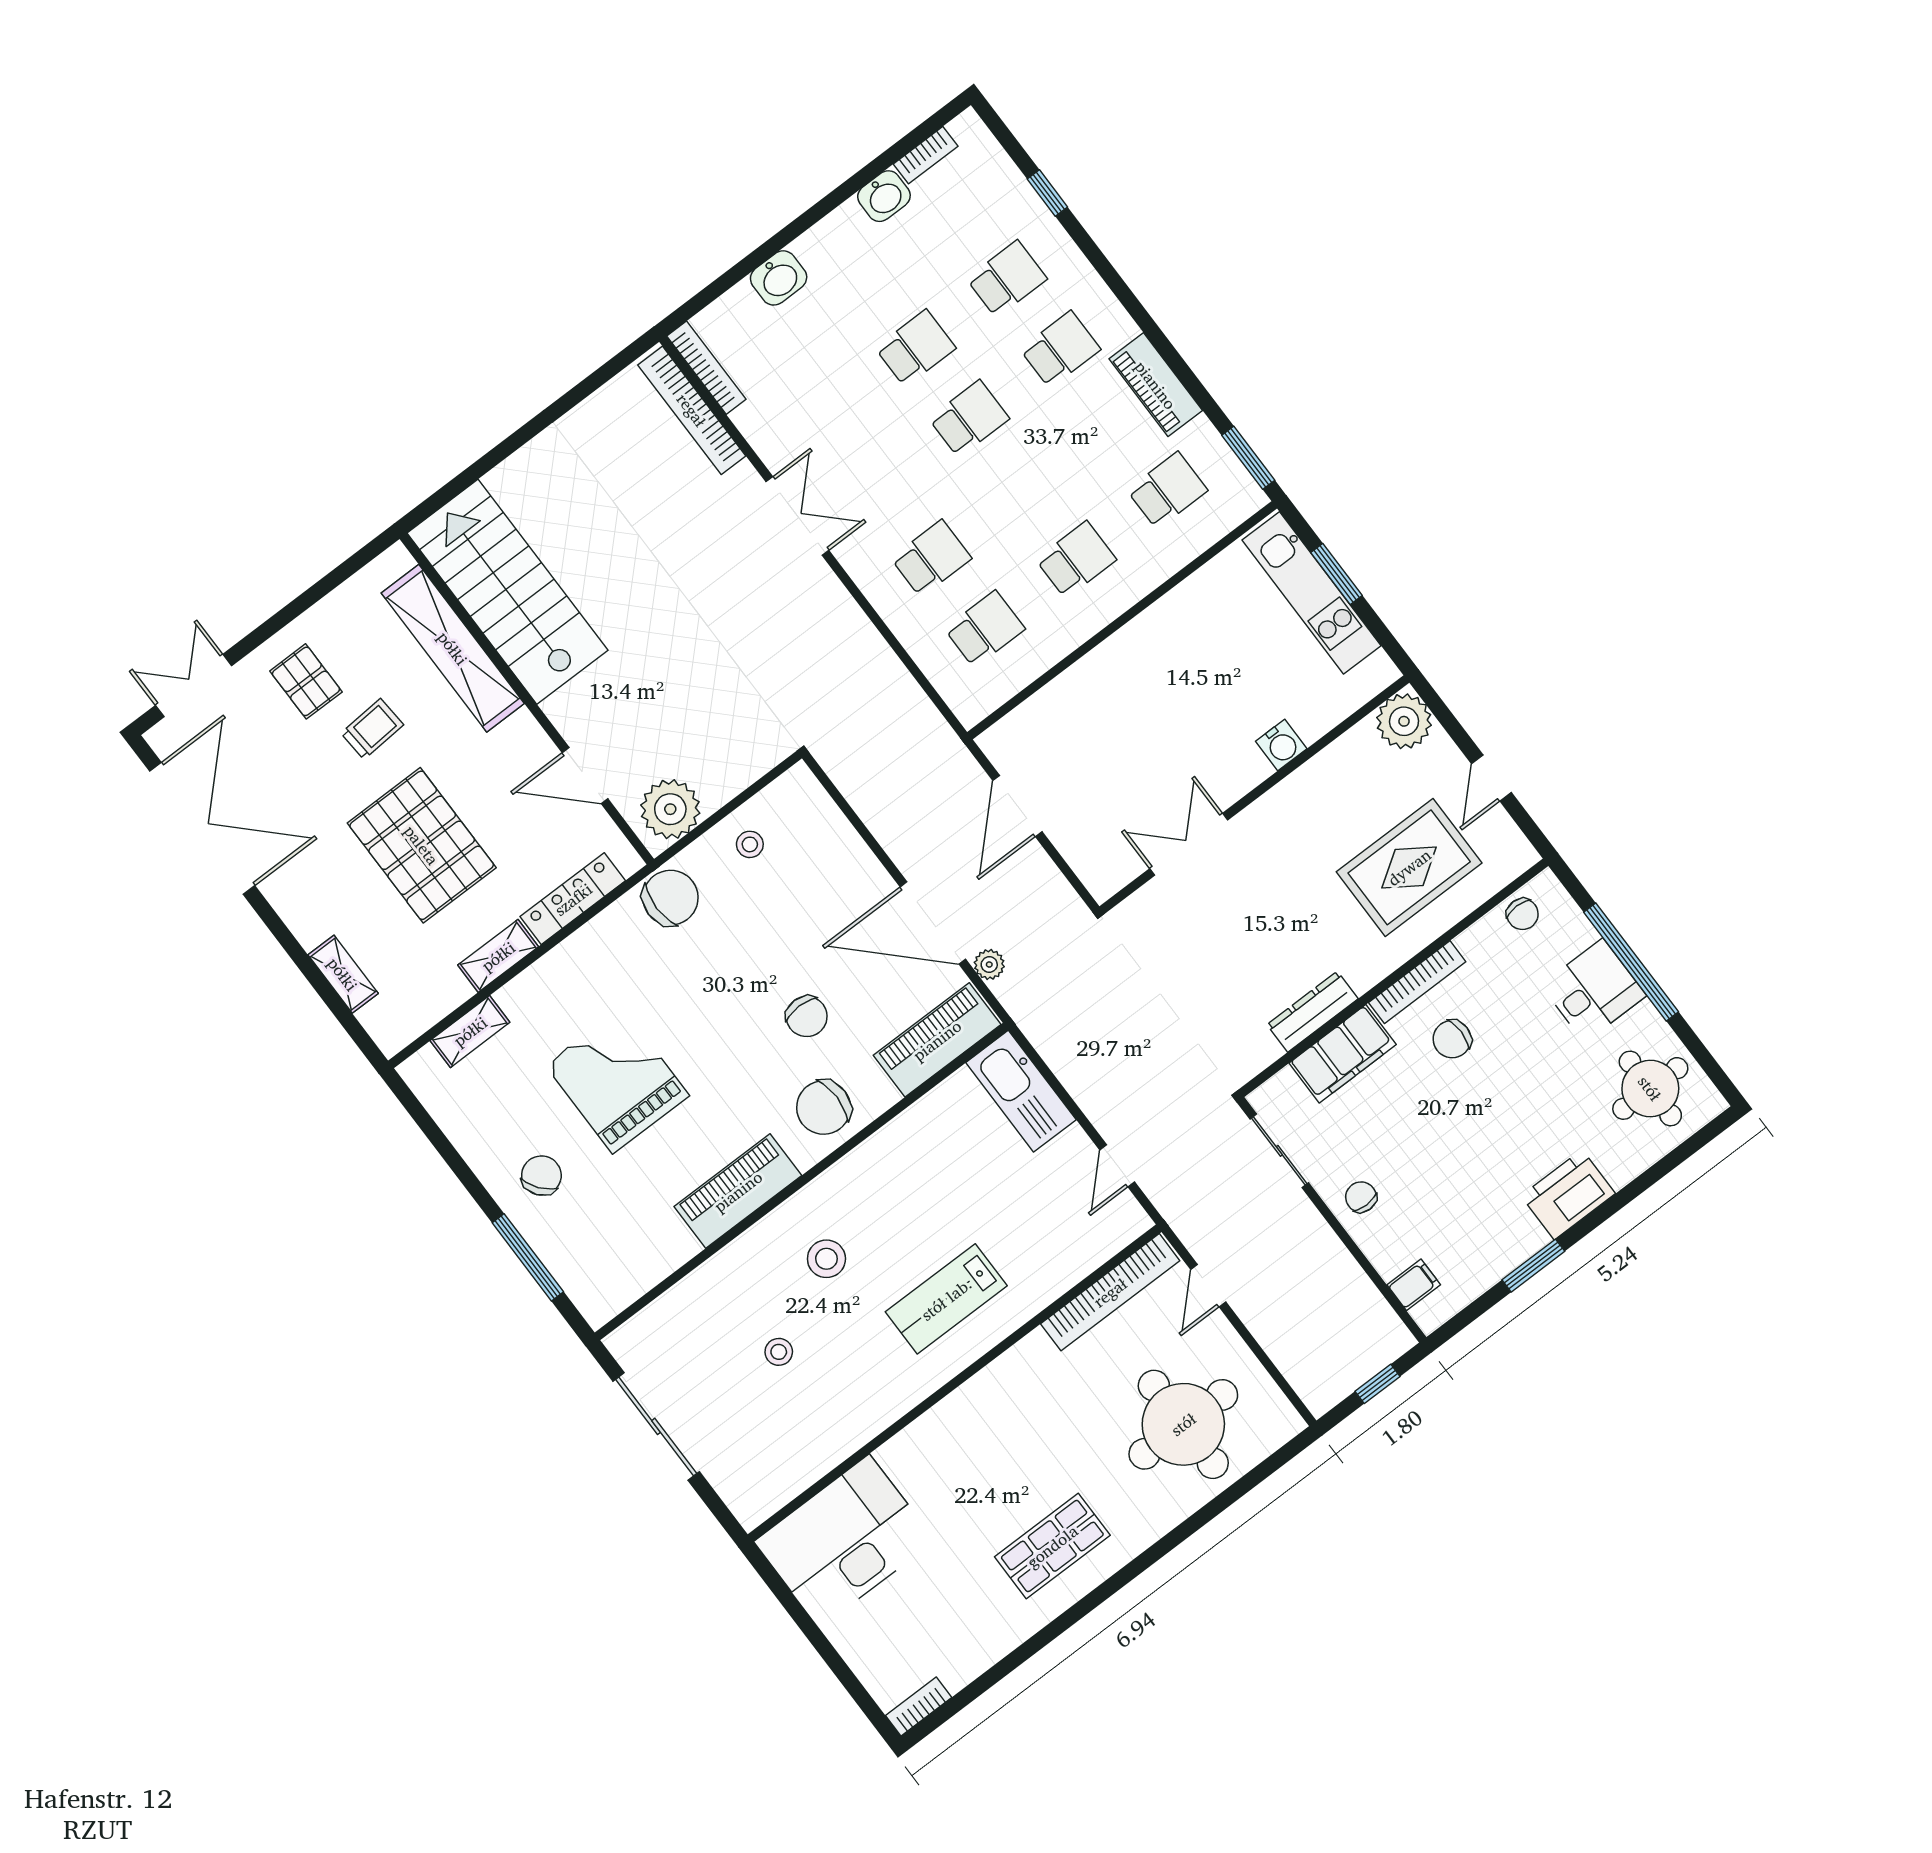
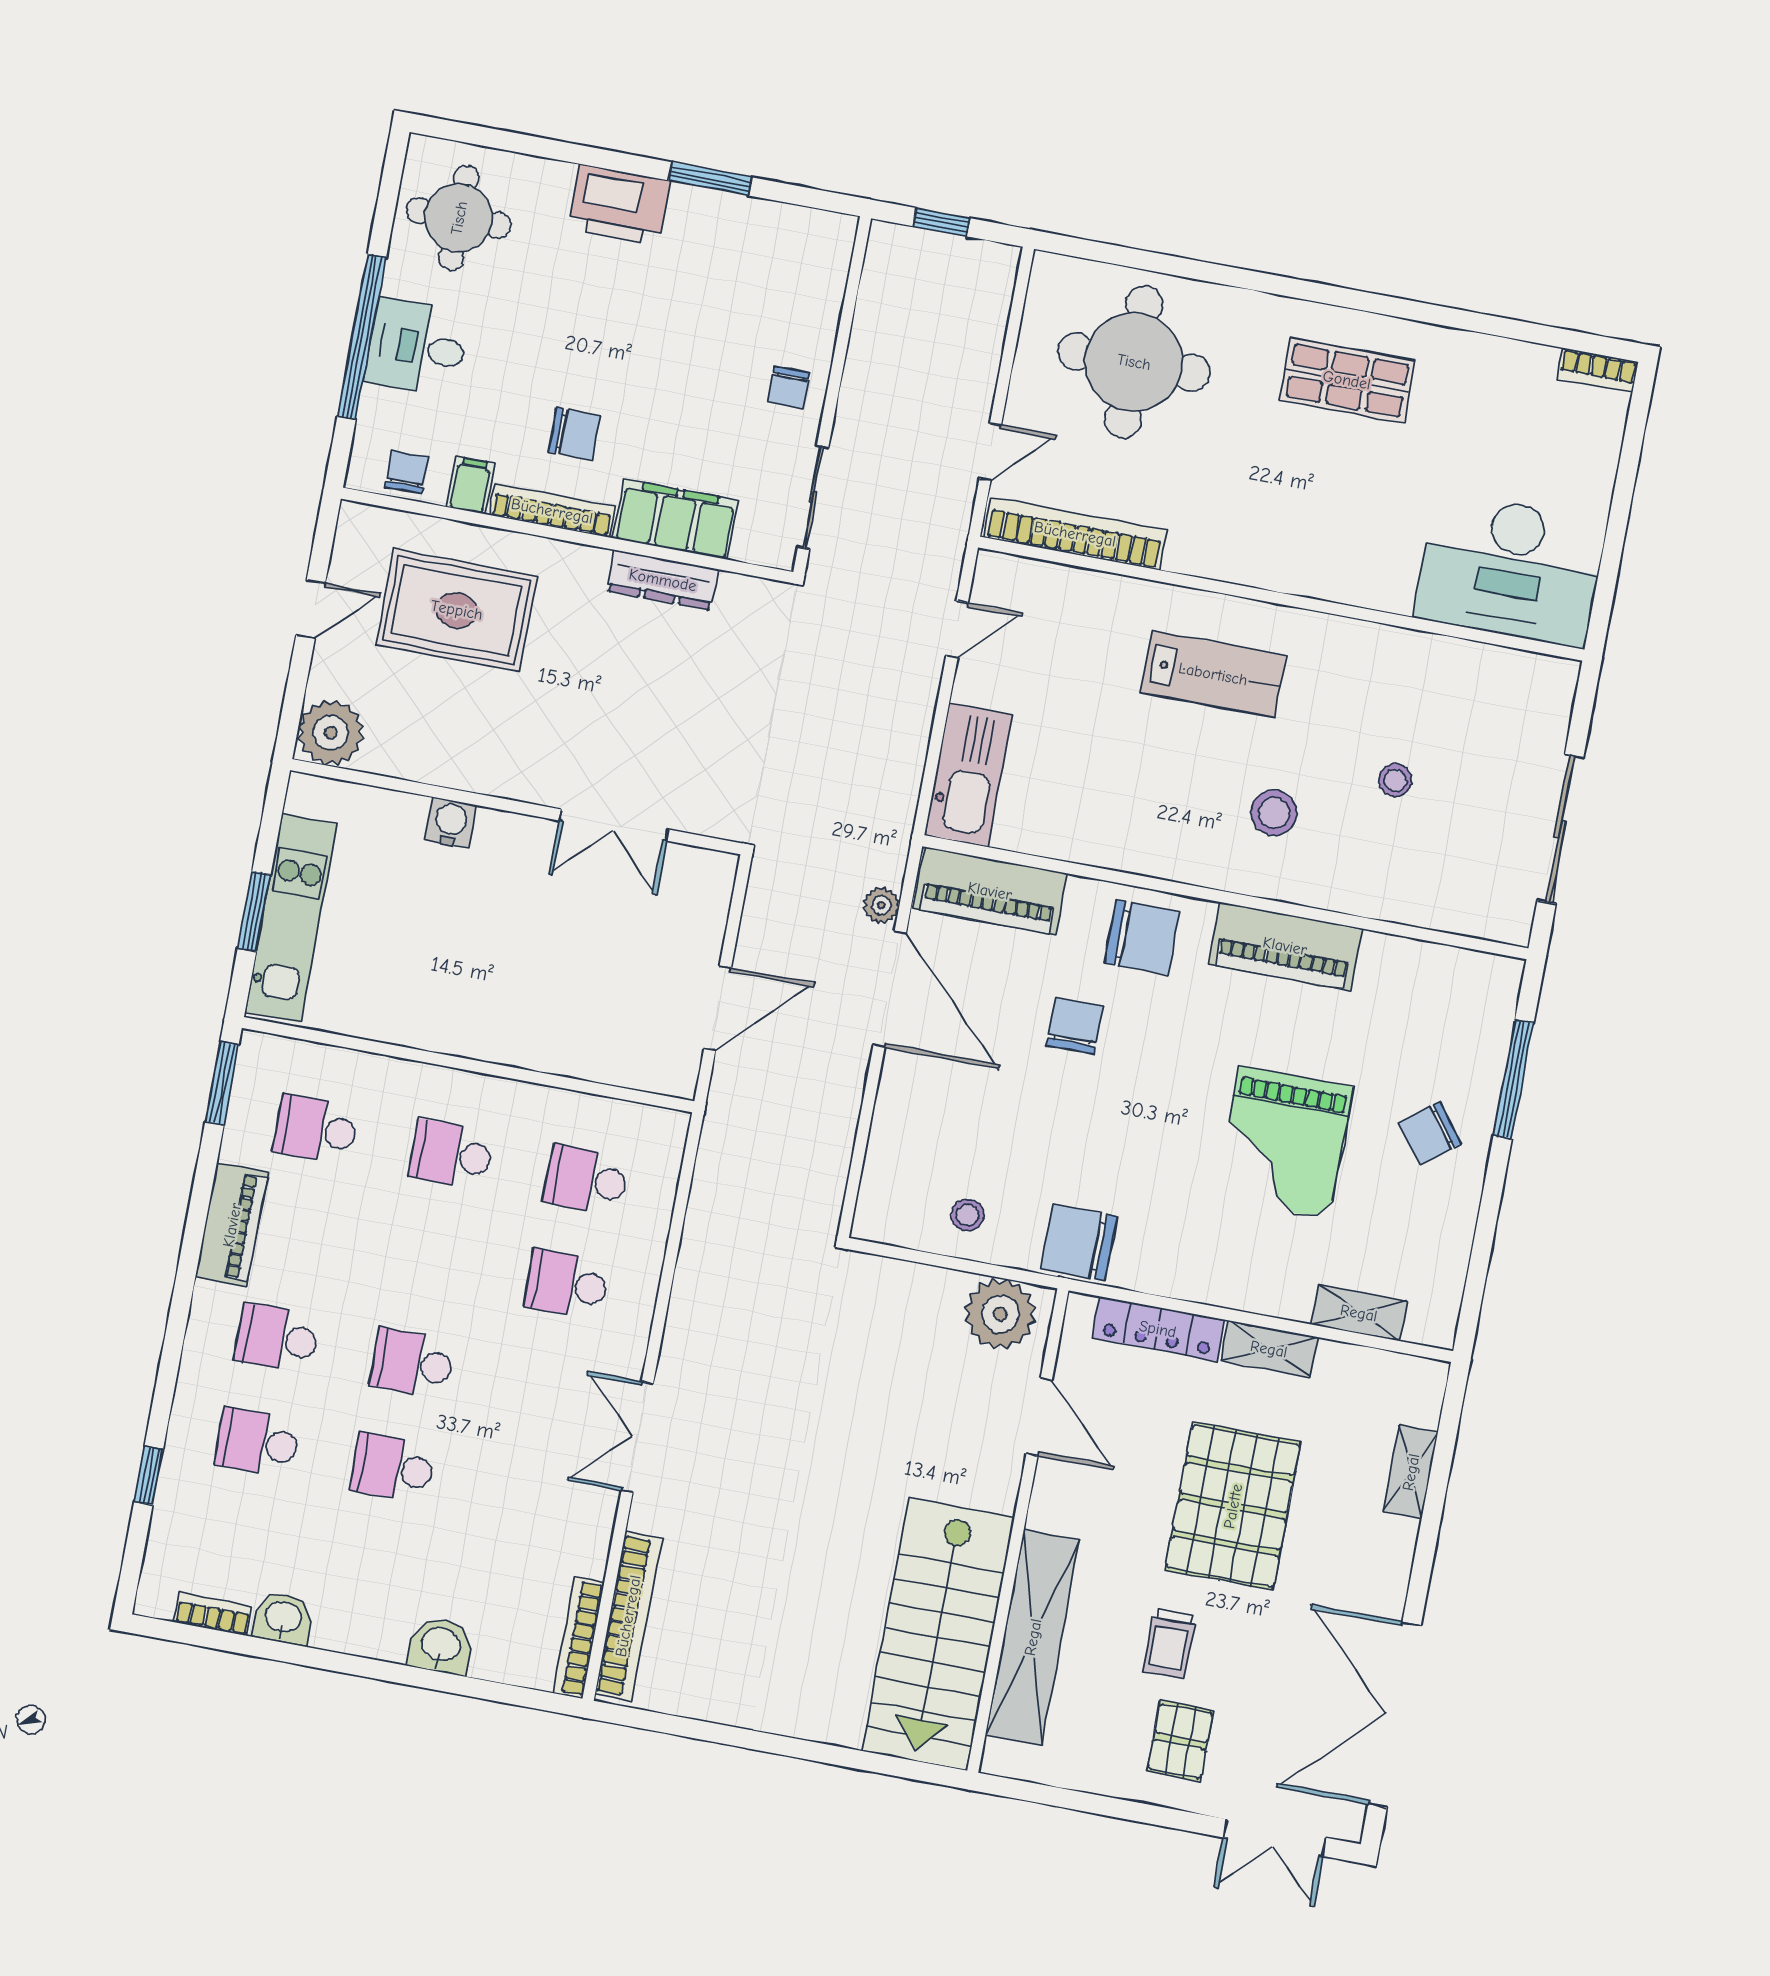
trolley: (372, 729) -> (1169, 1644), turned -86
filing cabinet: (1414, 1285) -> (471, 485), moved, turned 90

